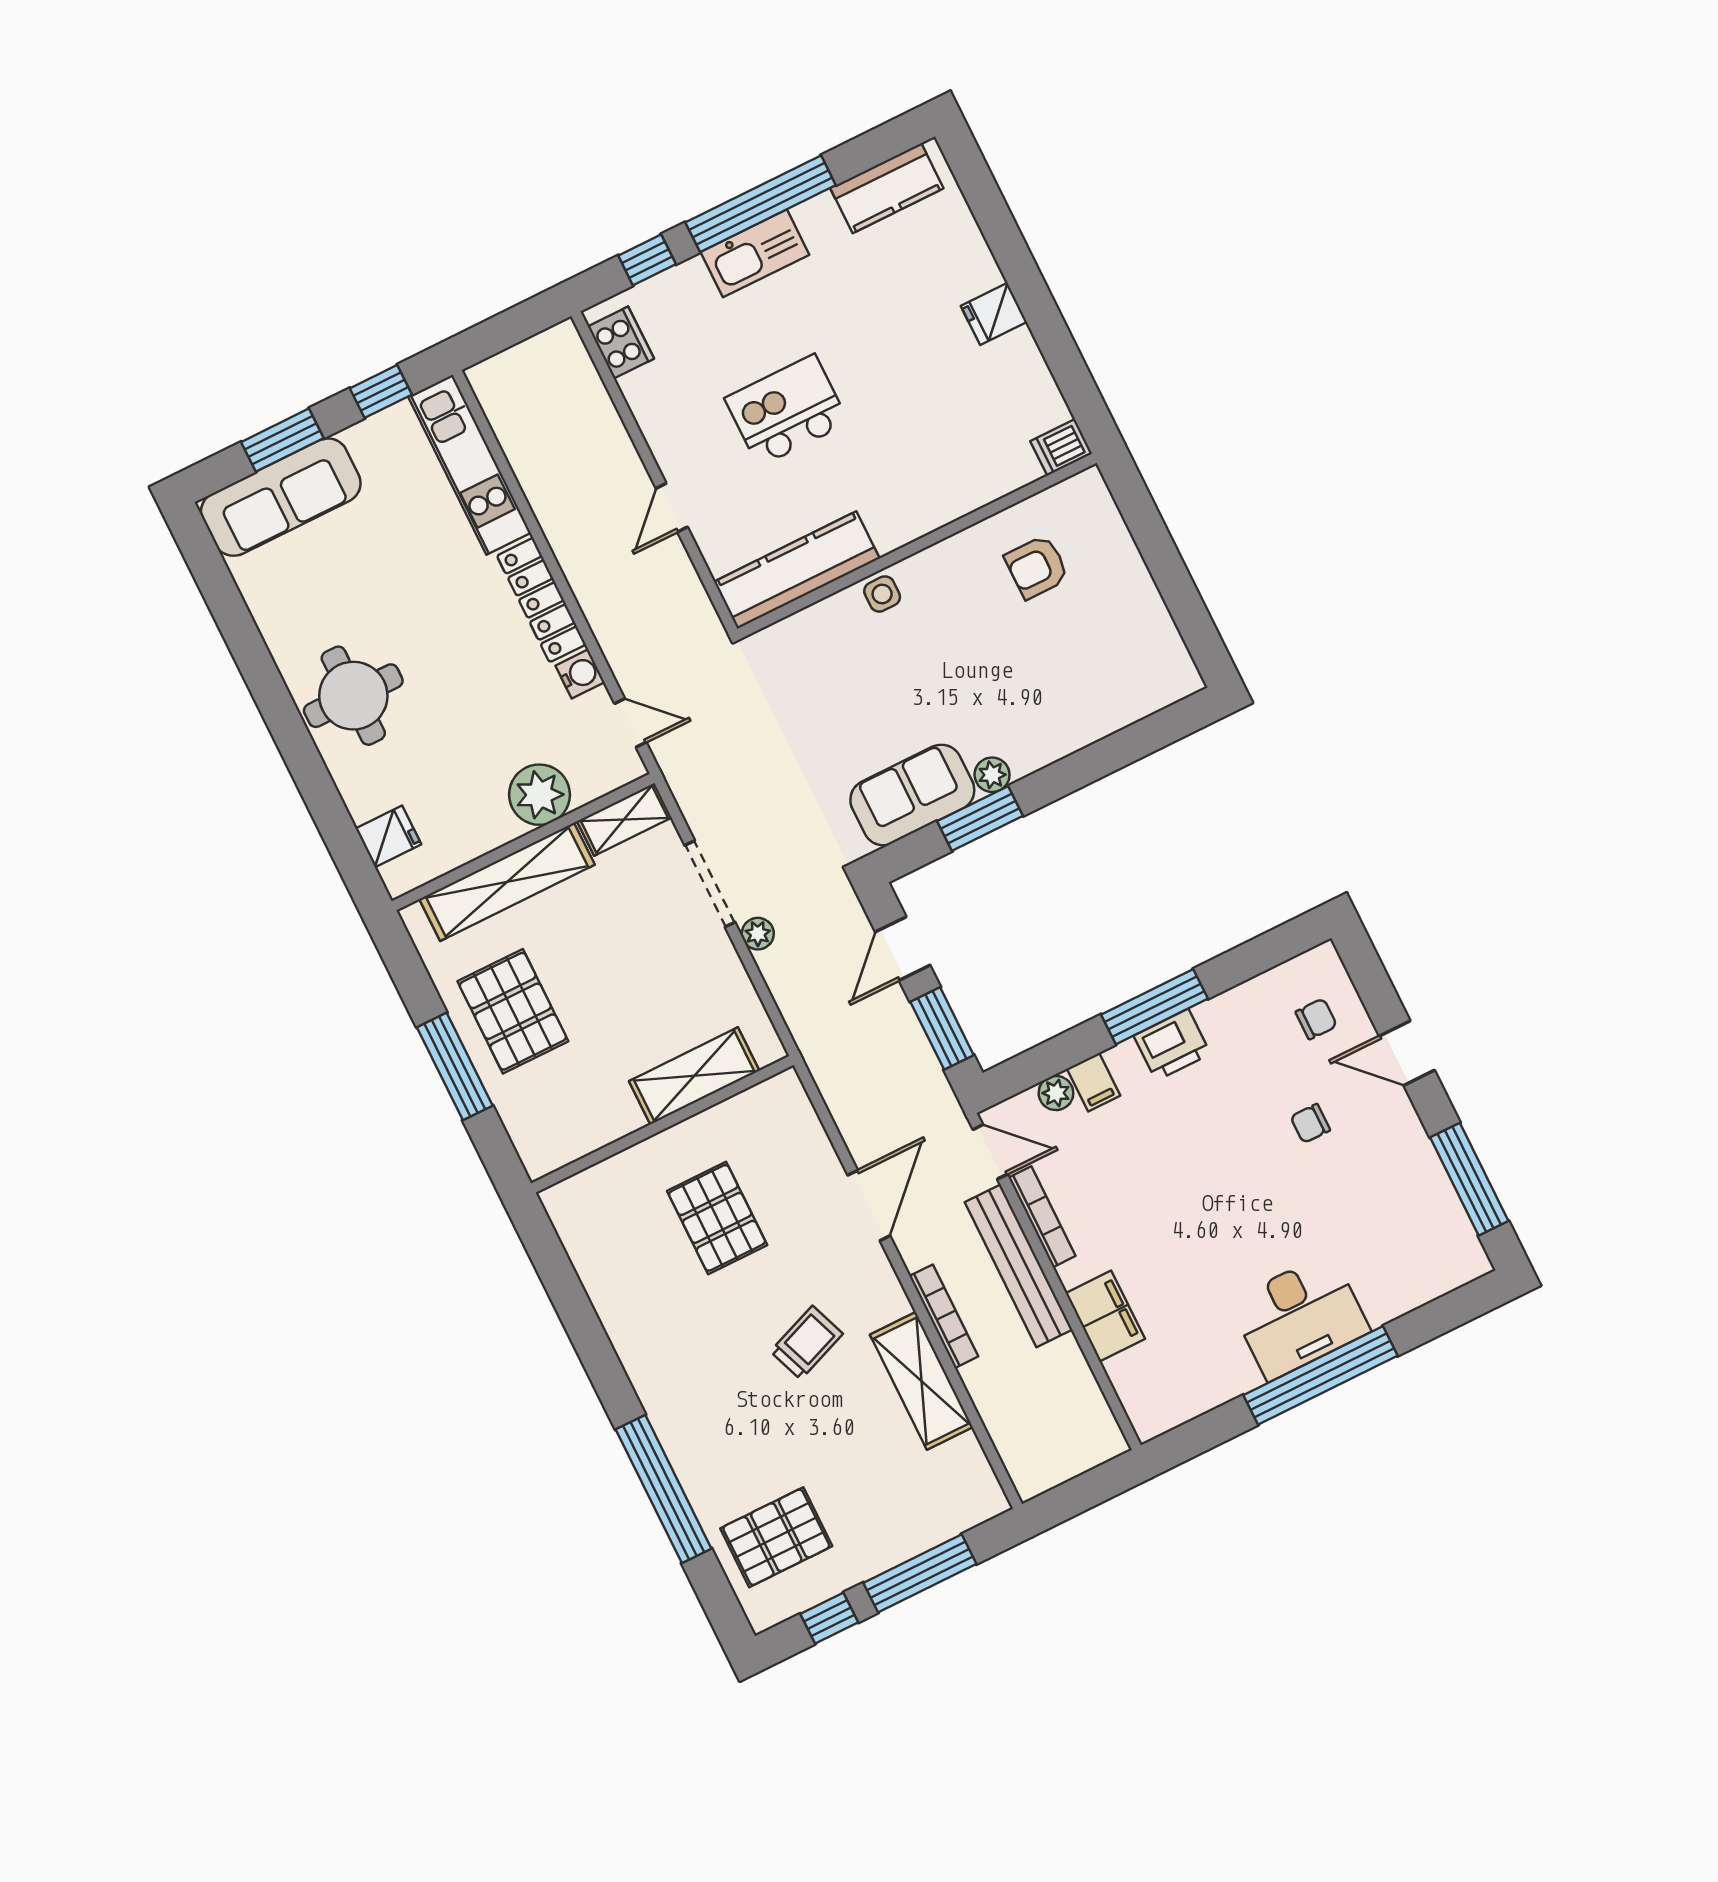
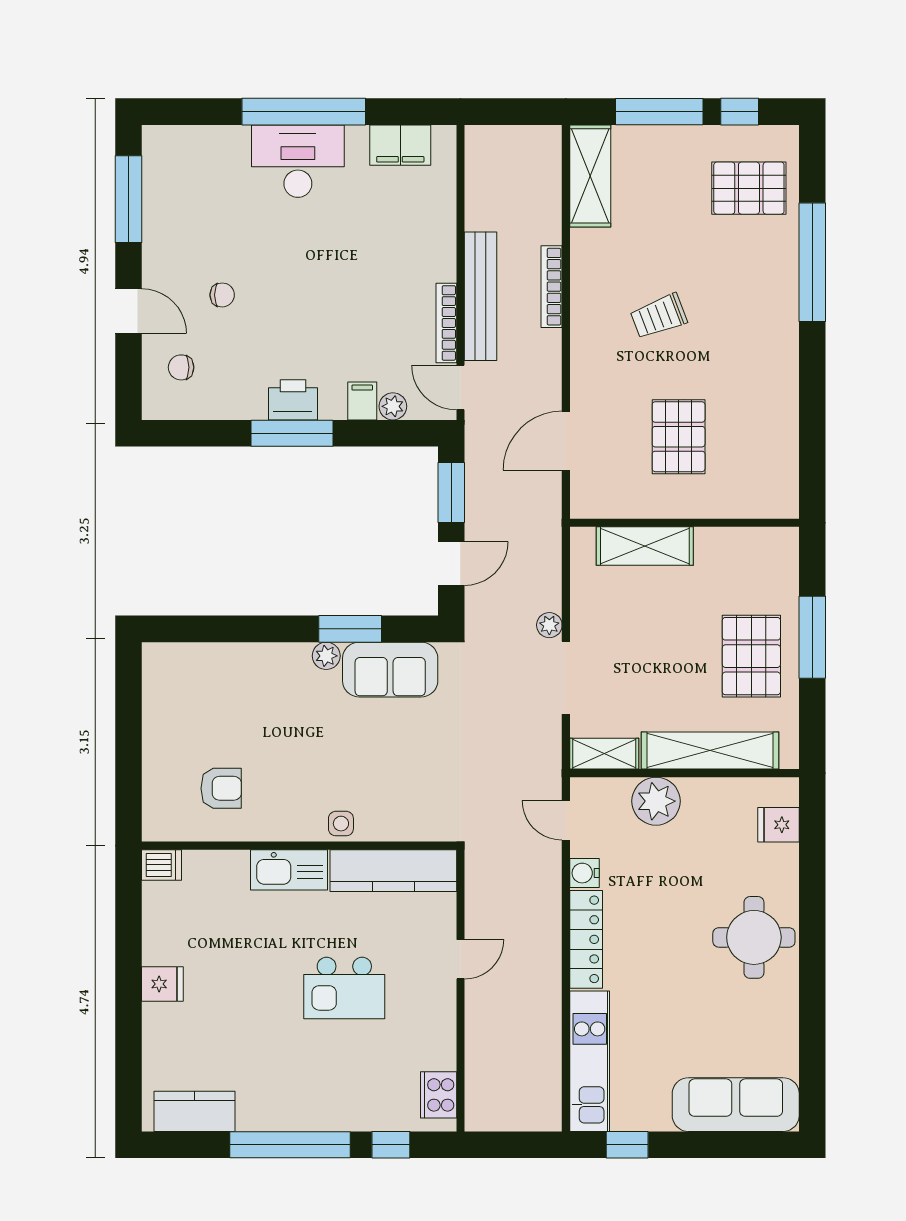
kitchen sink: (755, 253) -> (289, 870), moved, turned 180
window: (282, 440) -> (714, 1145), removed
door: (869, 1205) -> (566, 441), moved
filing cabinet: (1105, 1316) -> (400, 145), moved, turned -90
shelving: (921, 1381) -> (590, 176), moved

